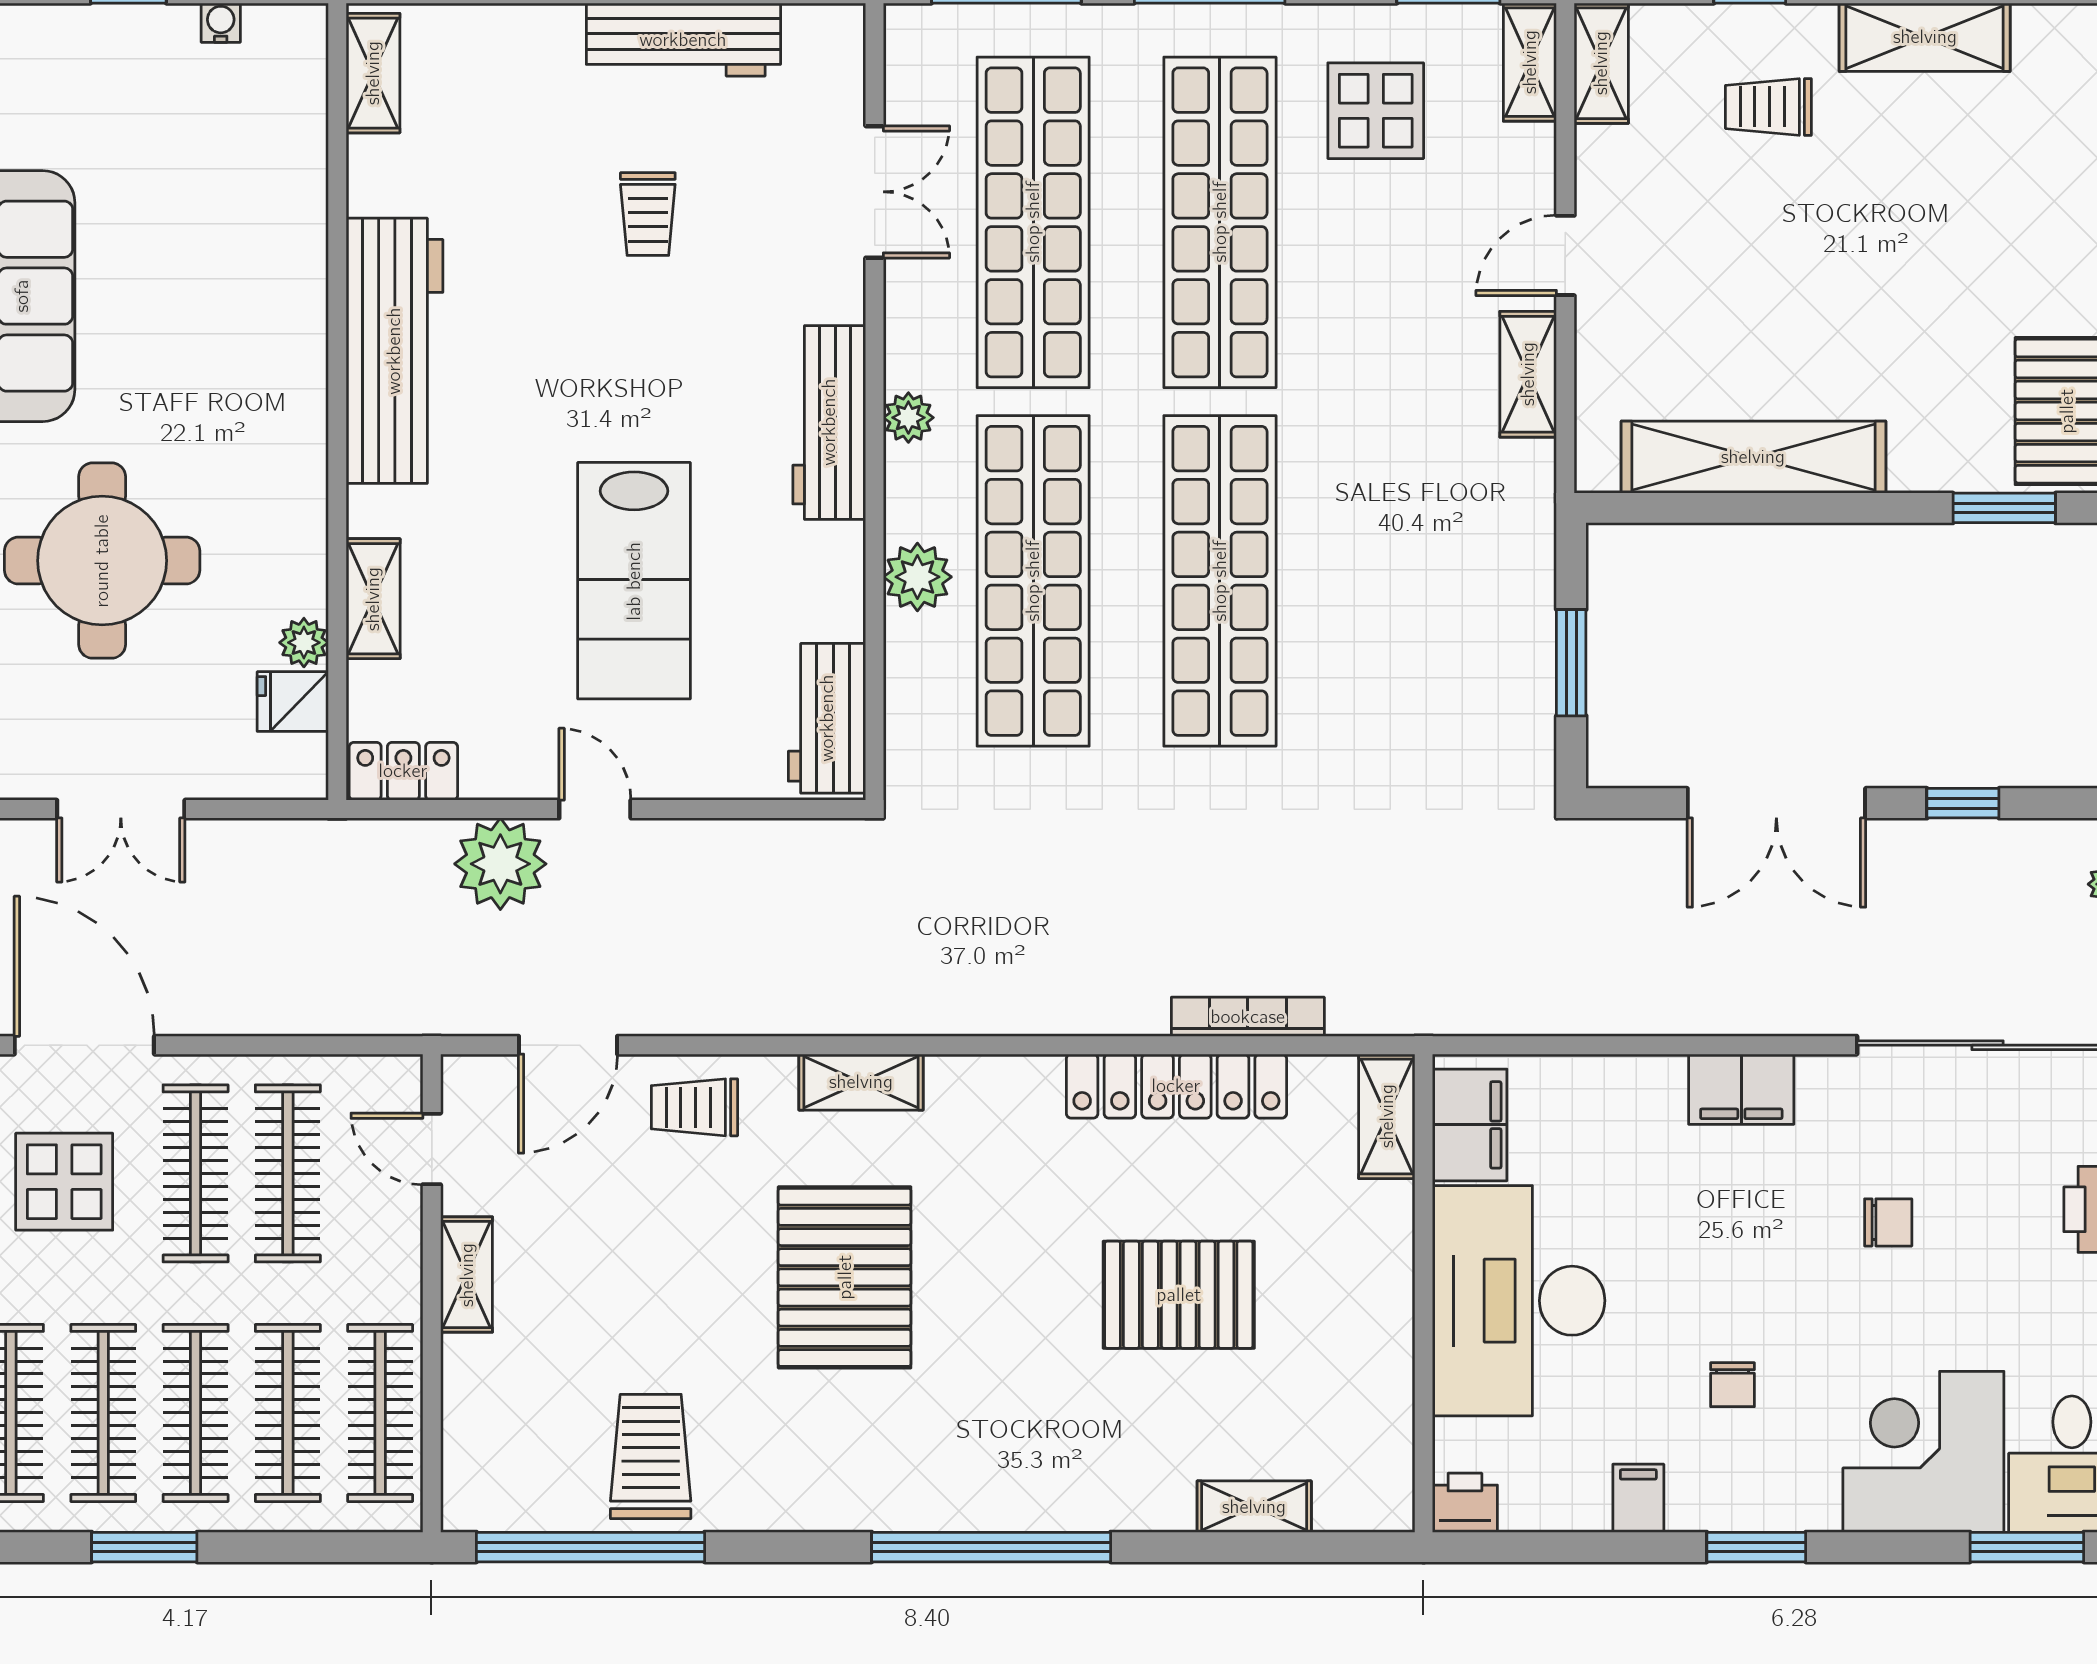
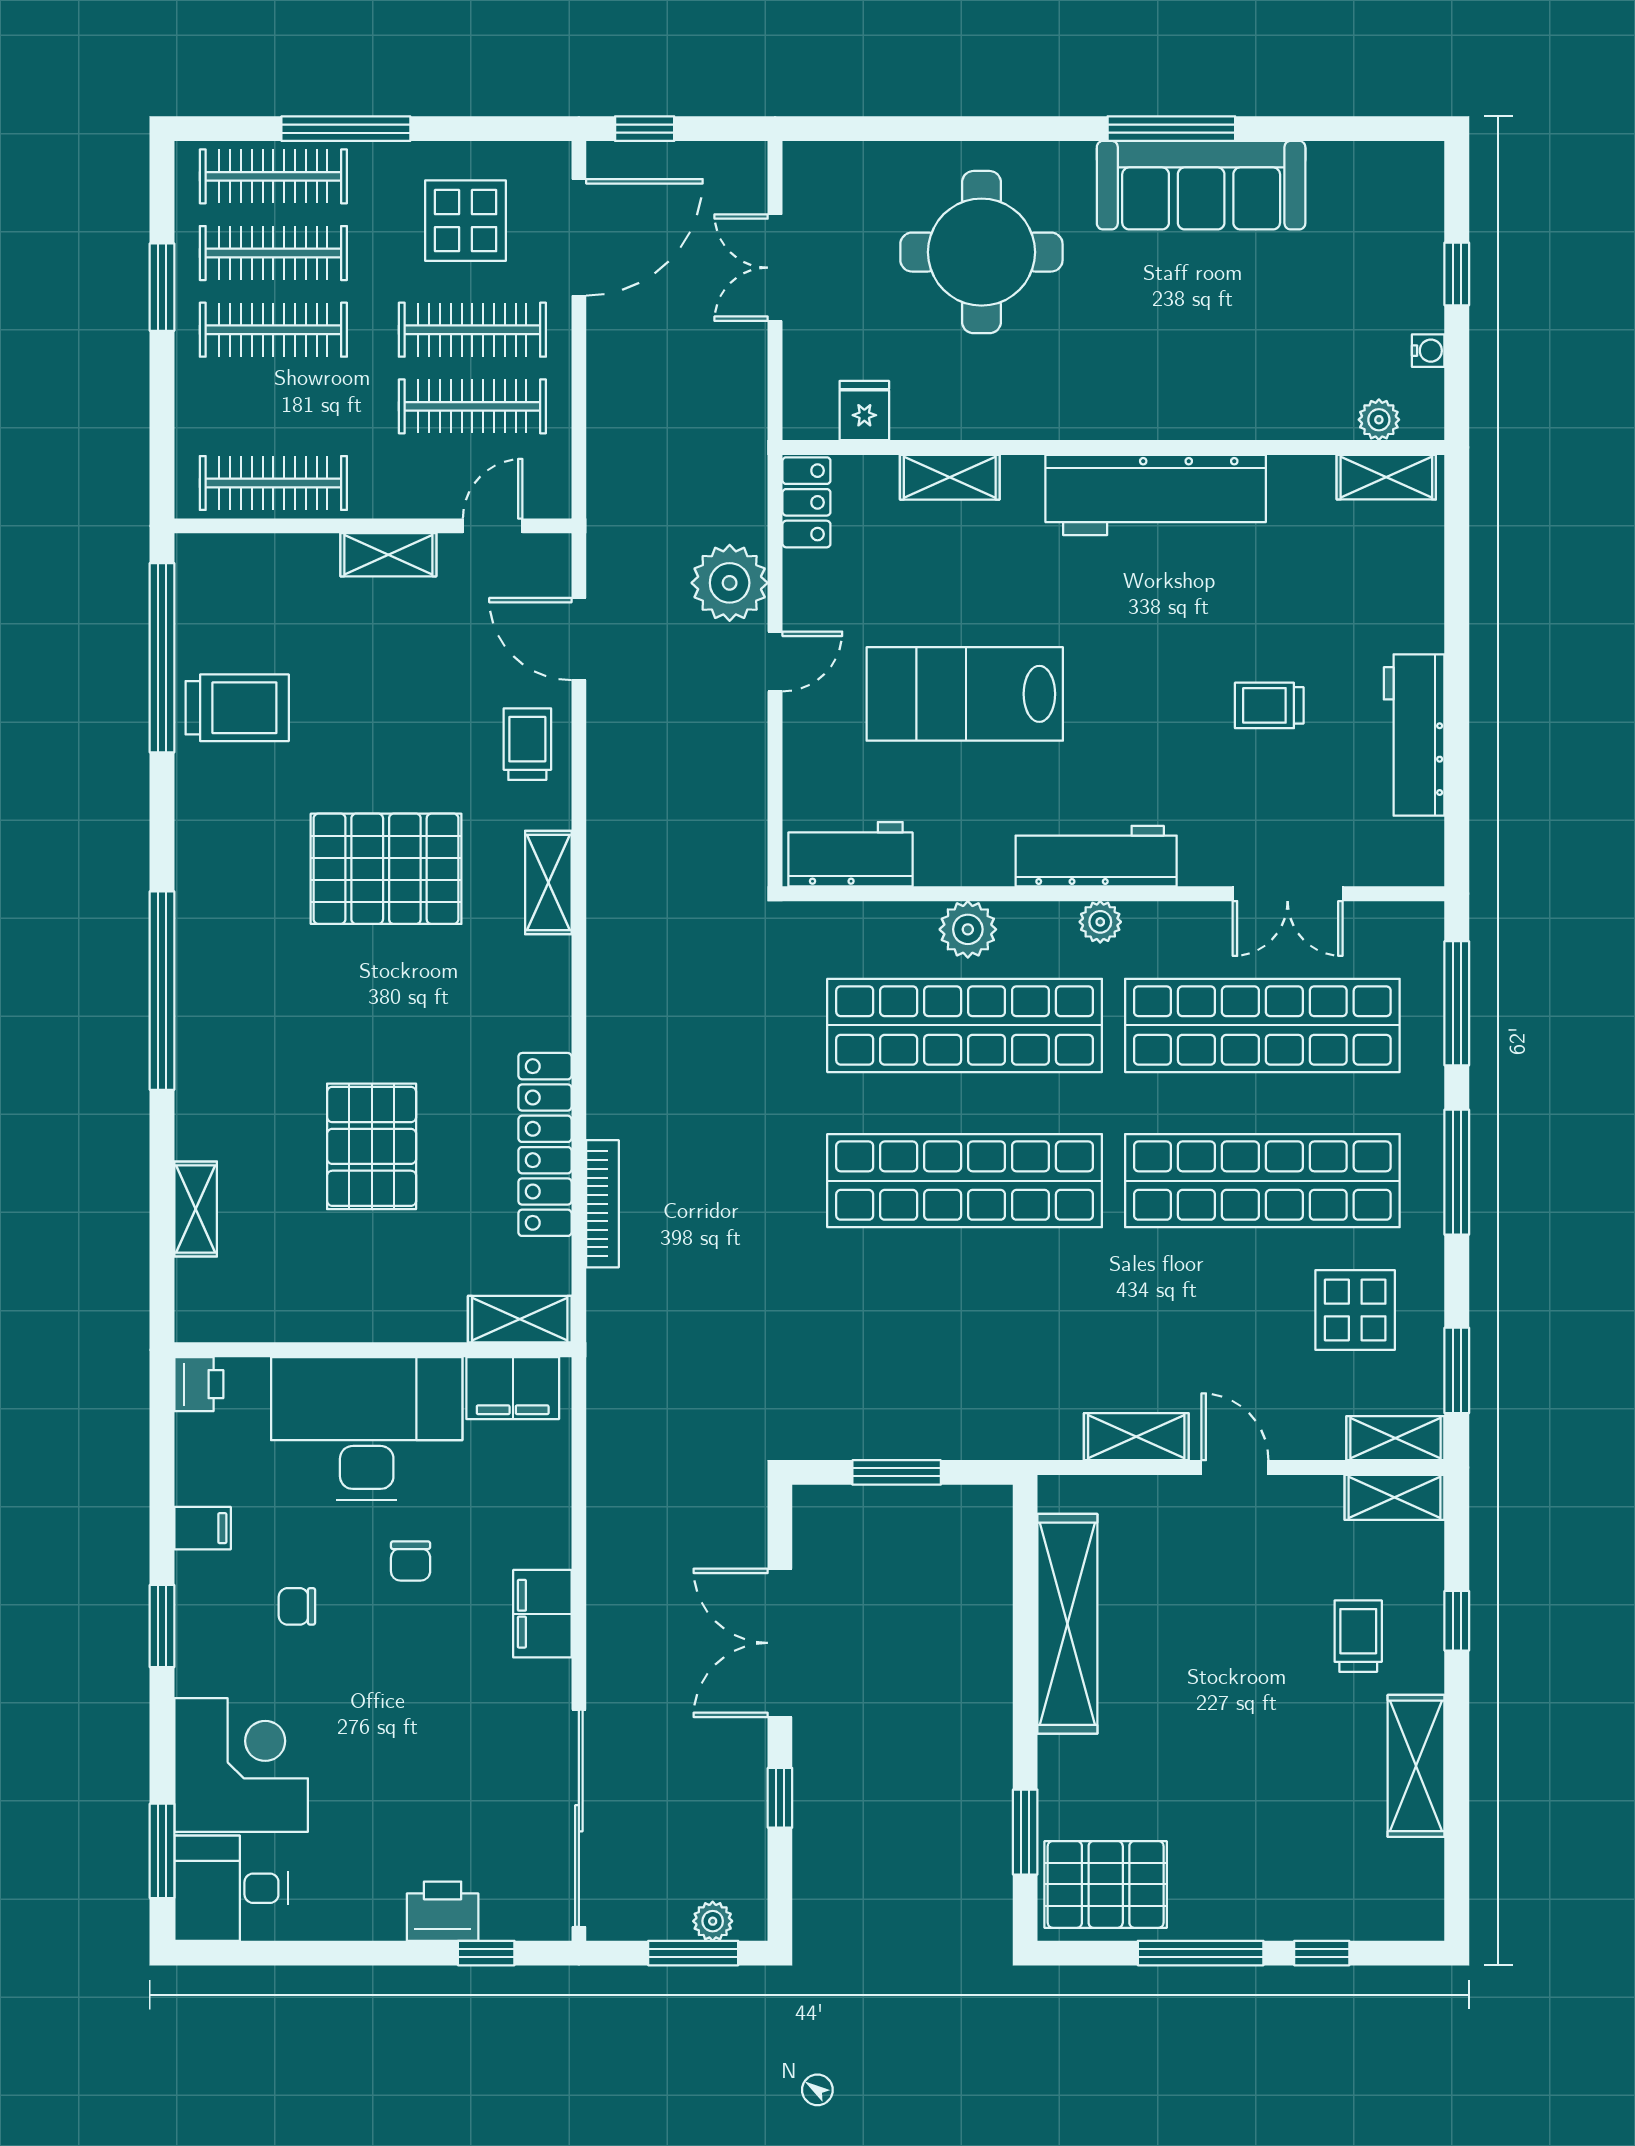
plant: (304, 643) -> (1379, 420), moved
chair: (1888, 1222) -> (411, 1561), moved
clothes rail: (288, 1413) -> (273, 406), removed

